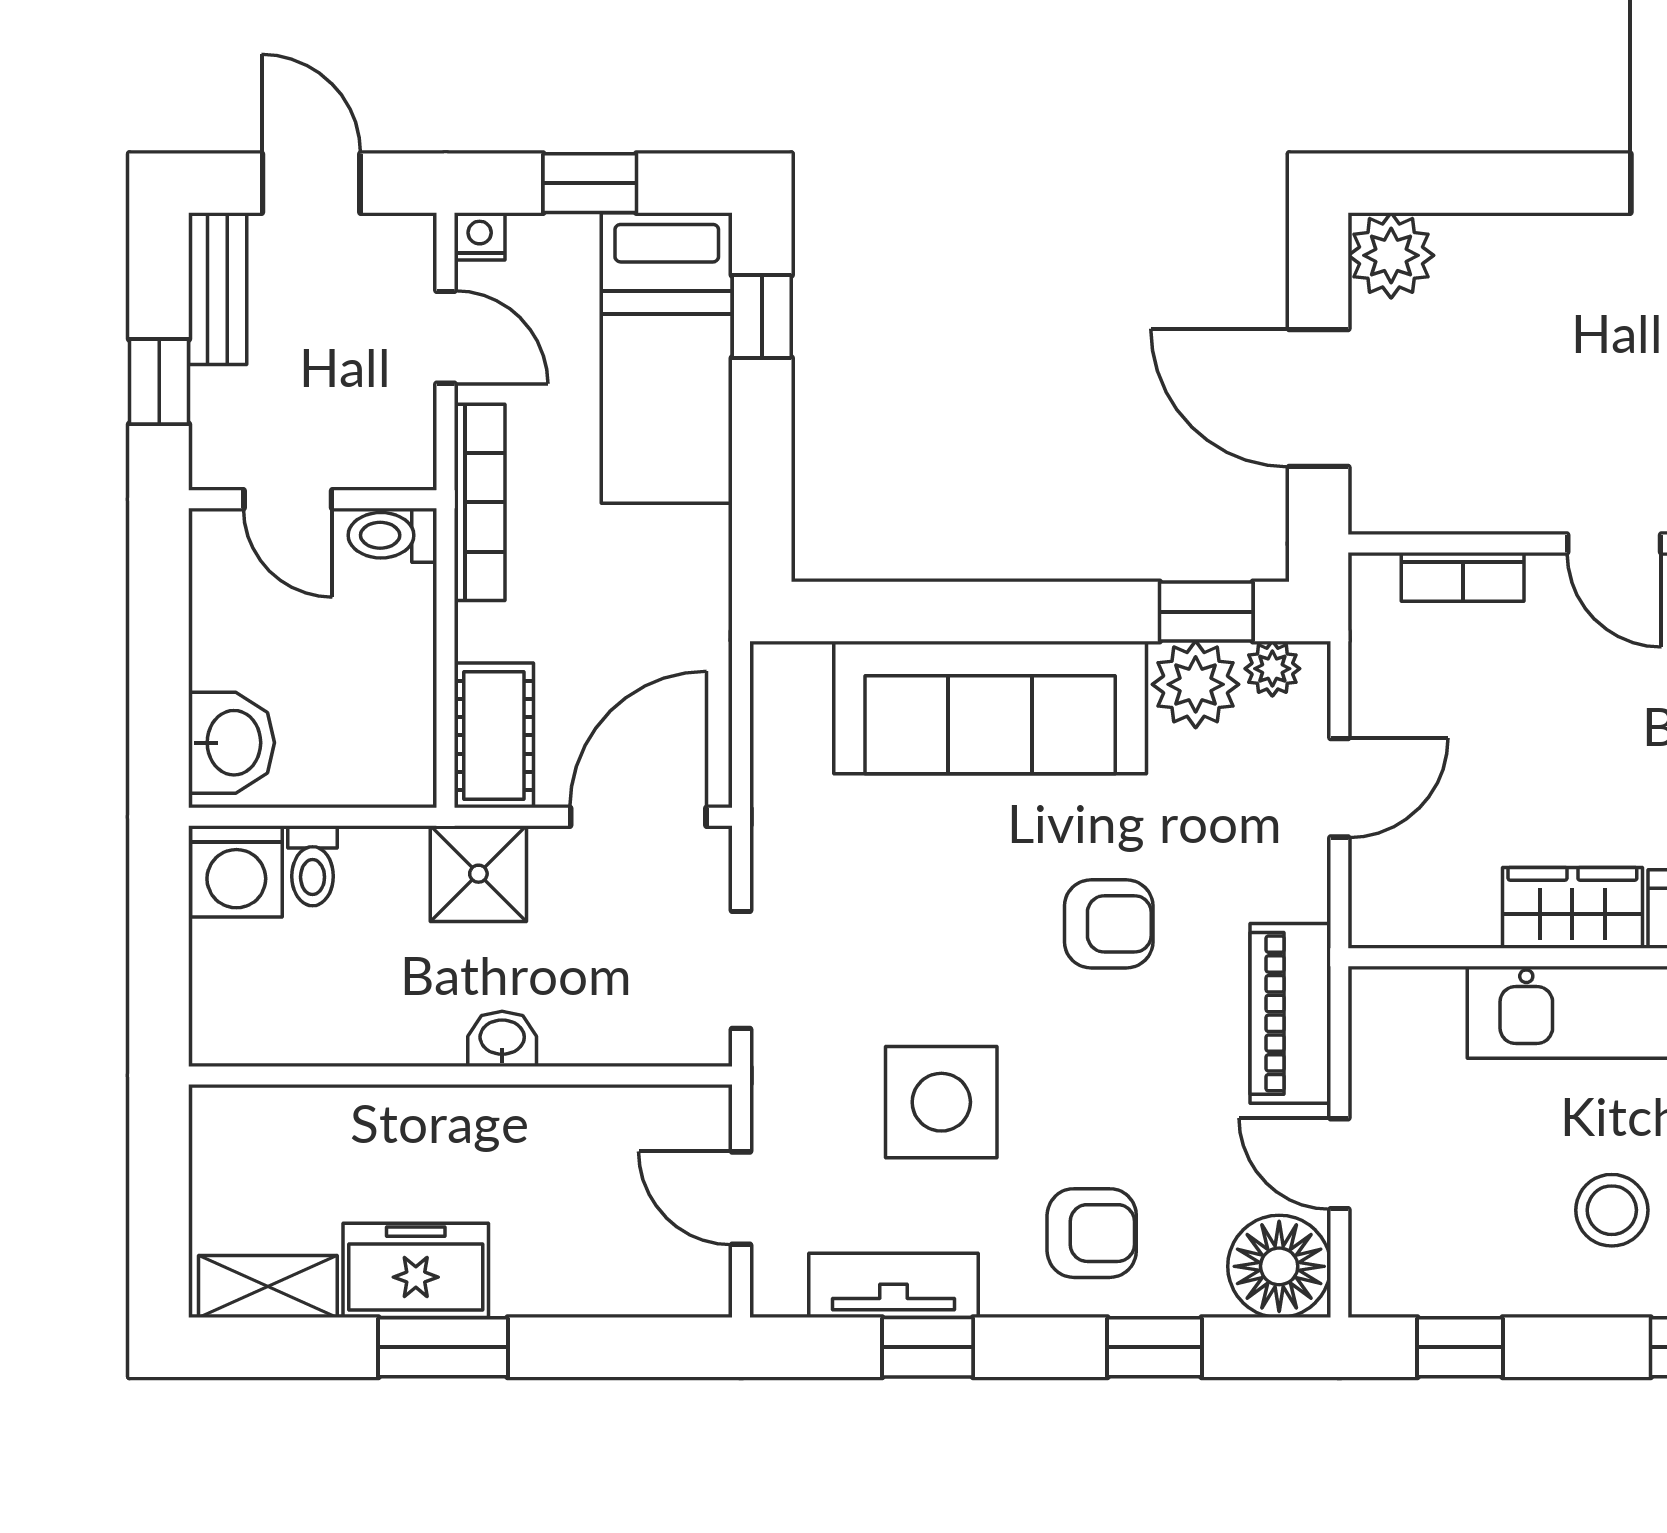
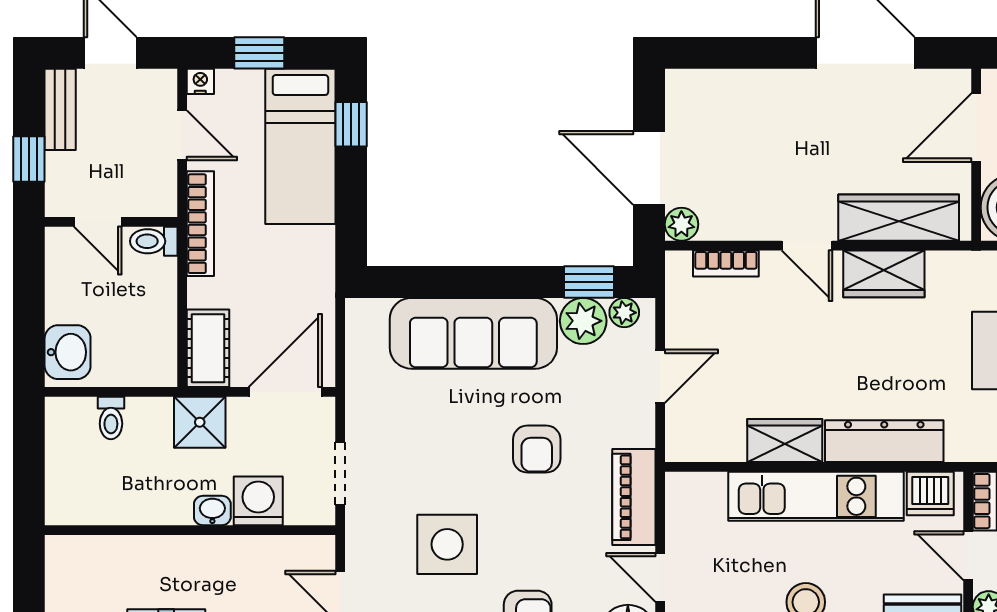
plant: (1391, 255) -> (681, 224), moved, width x0.73, depth x0.73
washing machine: (236, 871) -> (258, 501), moved, turned 180
armchair: (1109, 924) -> (537, 449), turned 90

